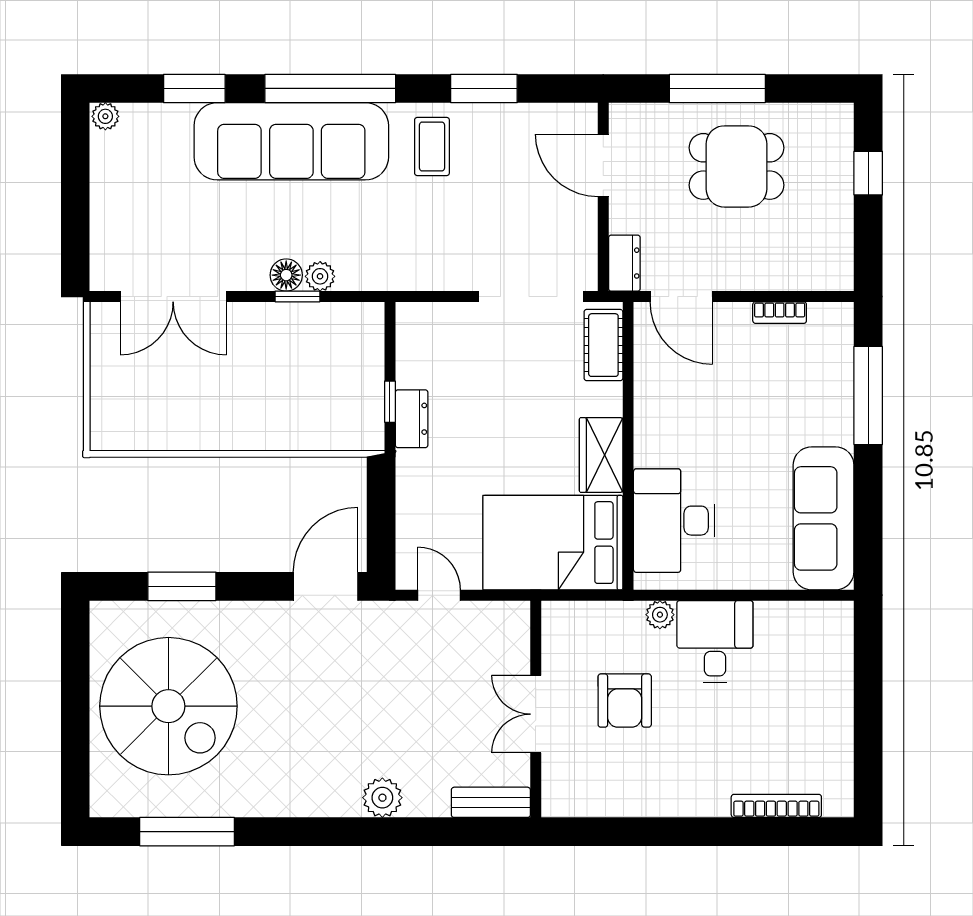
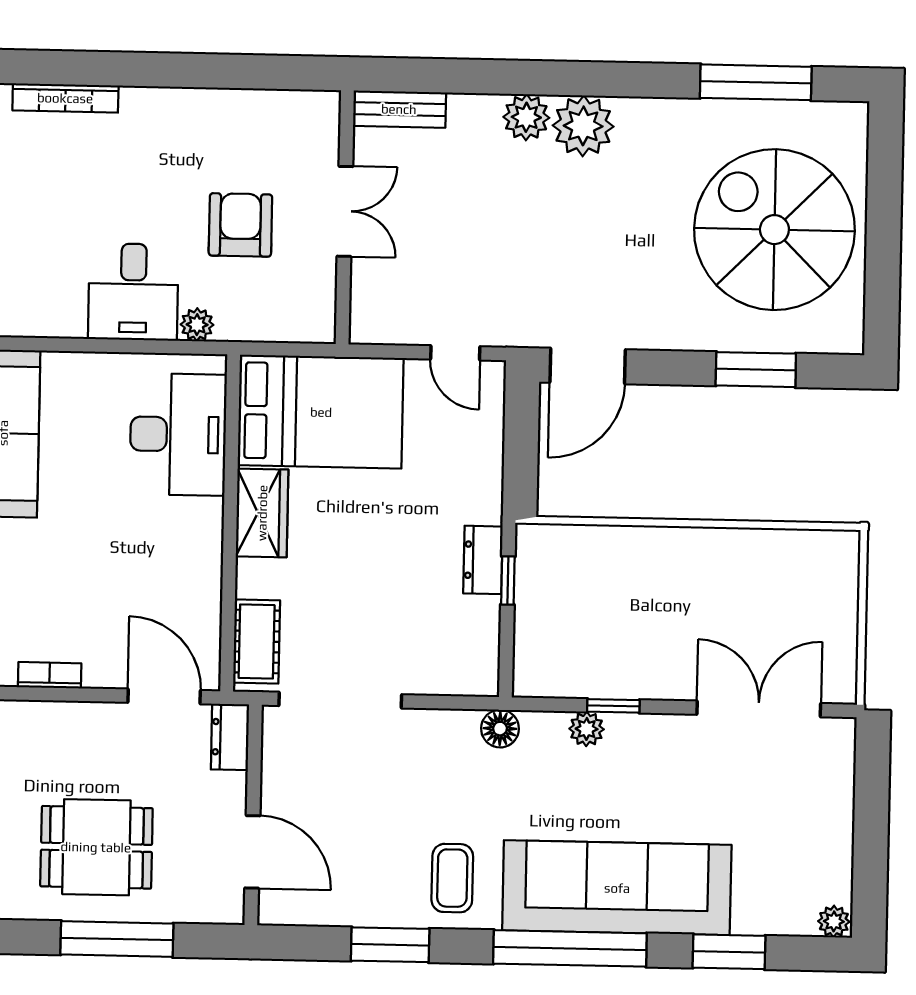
floor lamp: (286, 275) -> (500, 729), moved
plant: (334, 791) -> (583, 126), added

